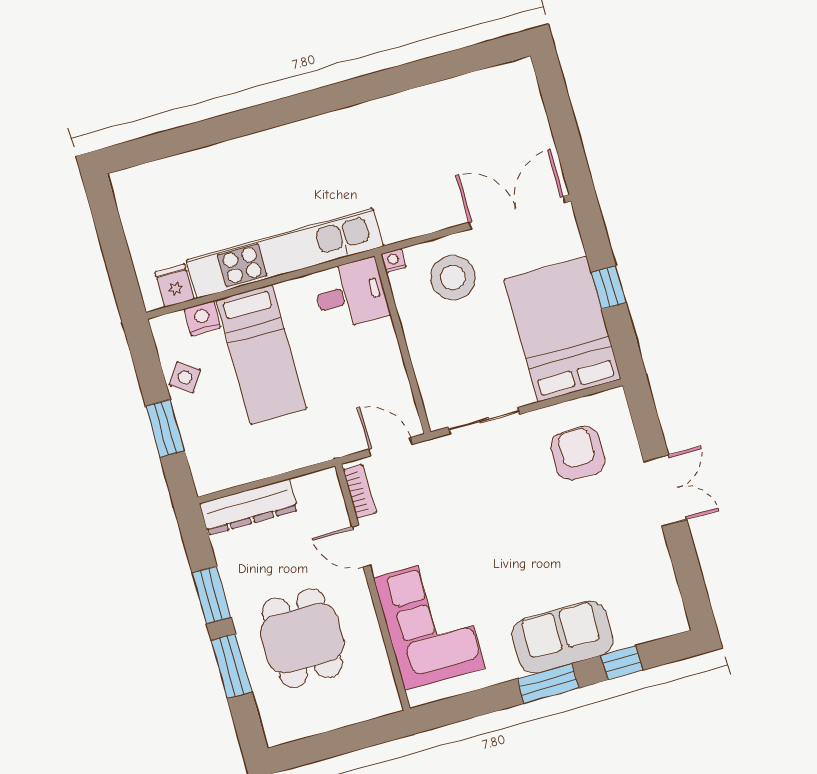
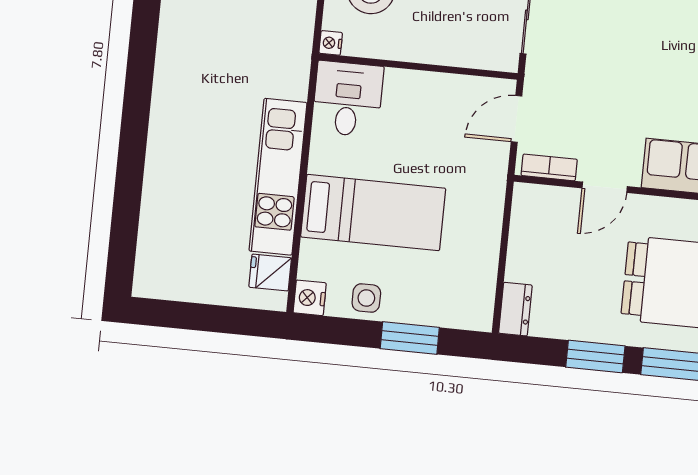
kitchen unit: (285, 253) -> (278, 177), width x0.73
nightstand: (202, 318) -> (310, 298), moved
side table: (185, 377) -> (366, 298), turned -34
dresser: (249, 507) -> (515, 309), width x0.51, depth x0.80

